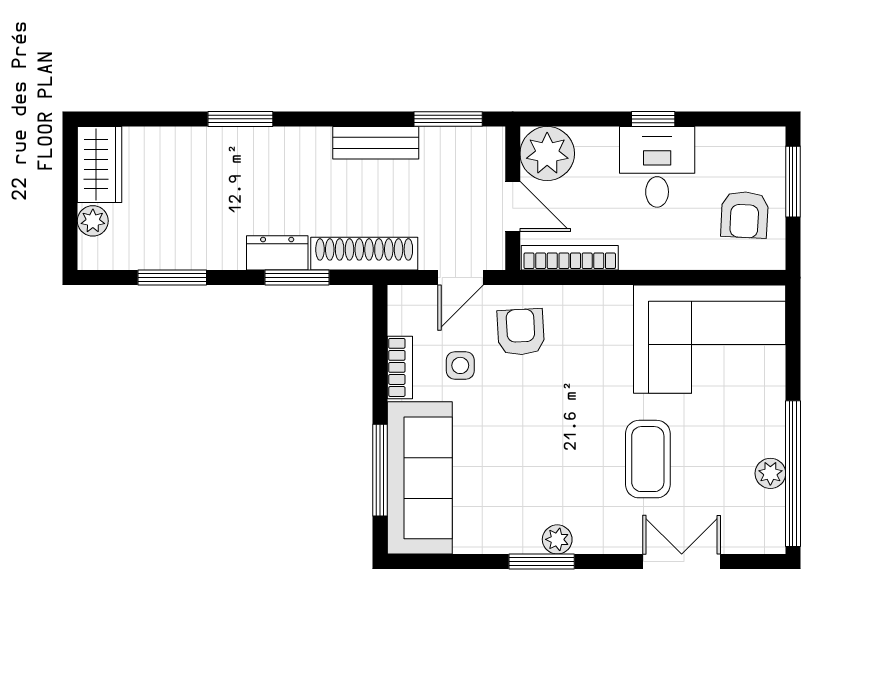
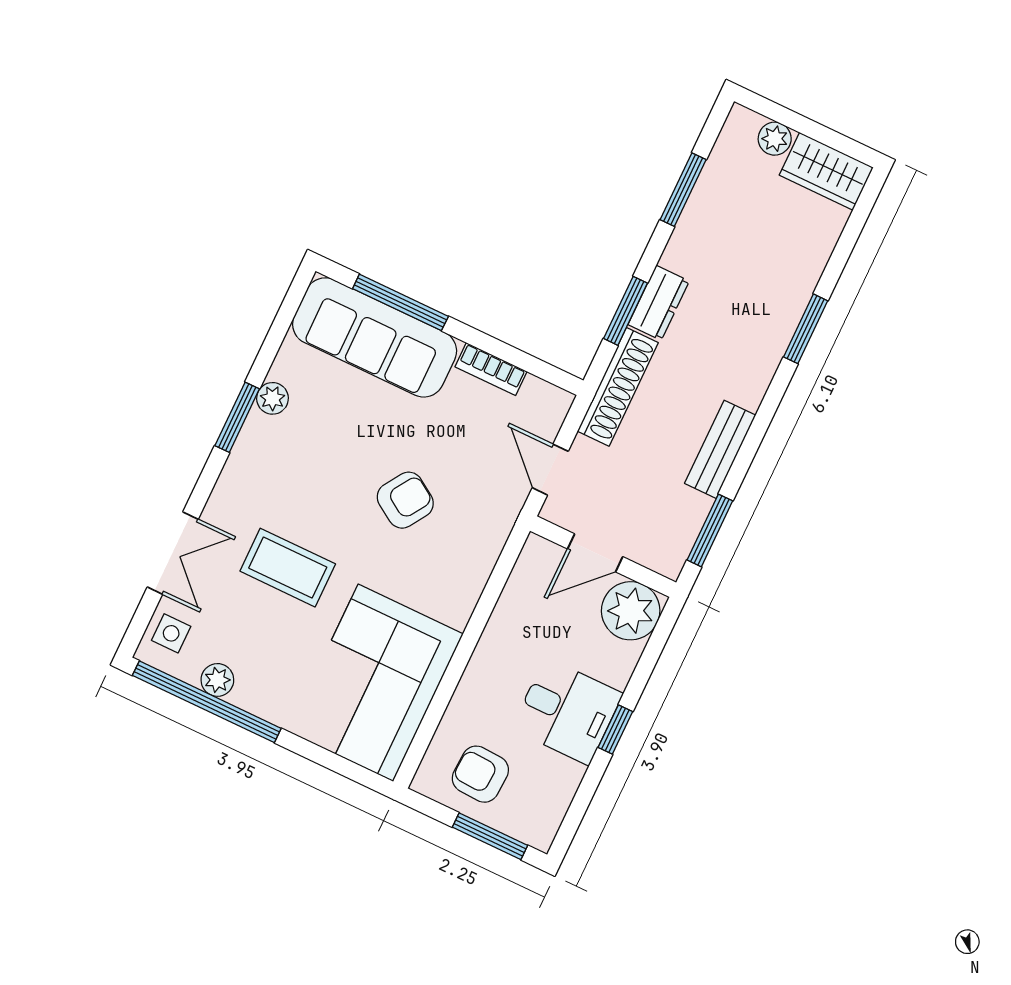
bookcase: (570, 258) -> (519, 585), removed
armchair: (521, 332) -> (405, 500), moved, turned -54
side table: (460, 365) -> (171, 633), moved
plant: (557, 539) -> (272, 398), moved

